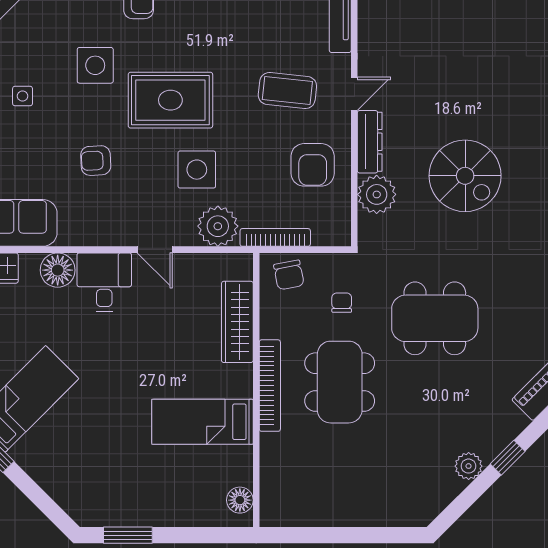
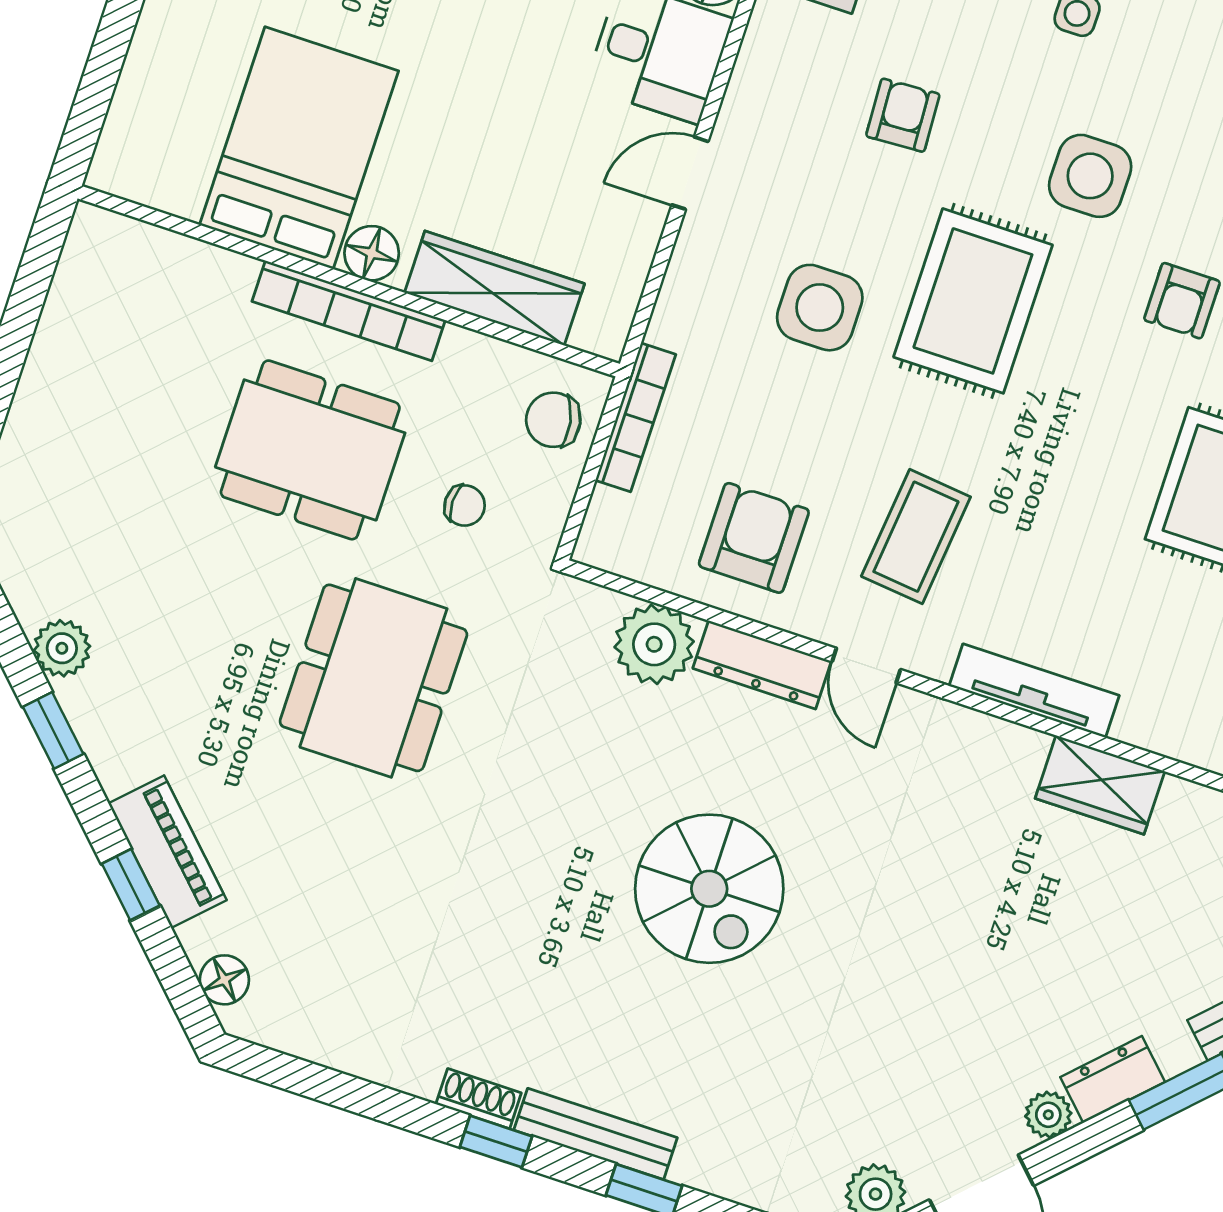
armchair: (313, 165) -> (754, 538), turned 90
spiral stairs: (465, 176) -> (709, 889), moved, turned -90
plant: (218, 226) -> (695, 312), removed
bed: (203, 422) -> (299, 148), width x1.50
floor lamp: (240, 500) -> (372, 253), moved

